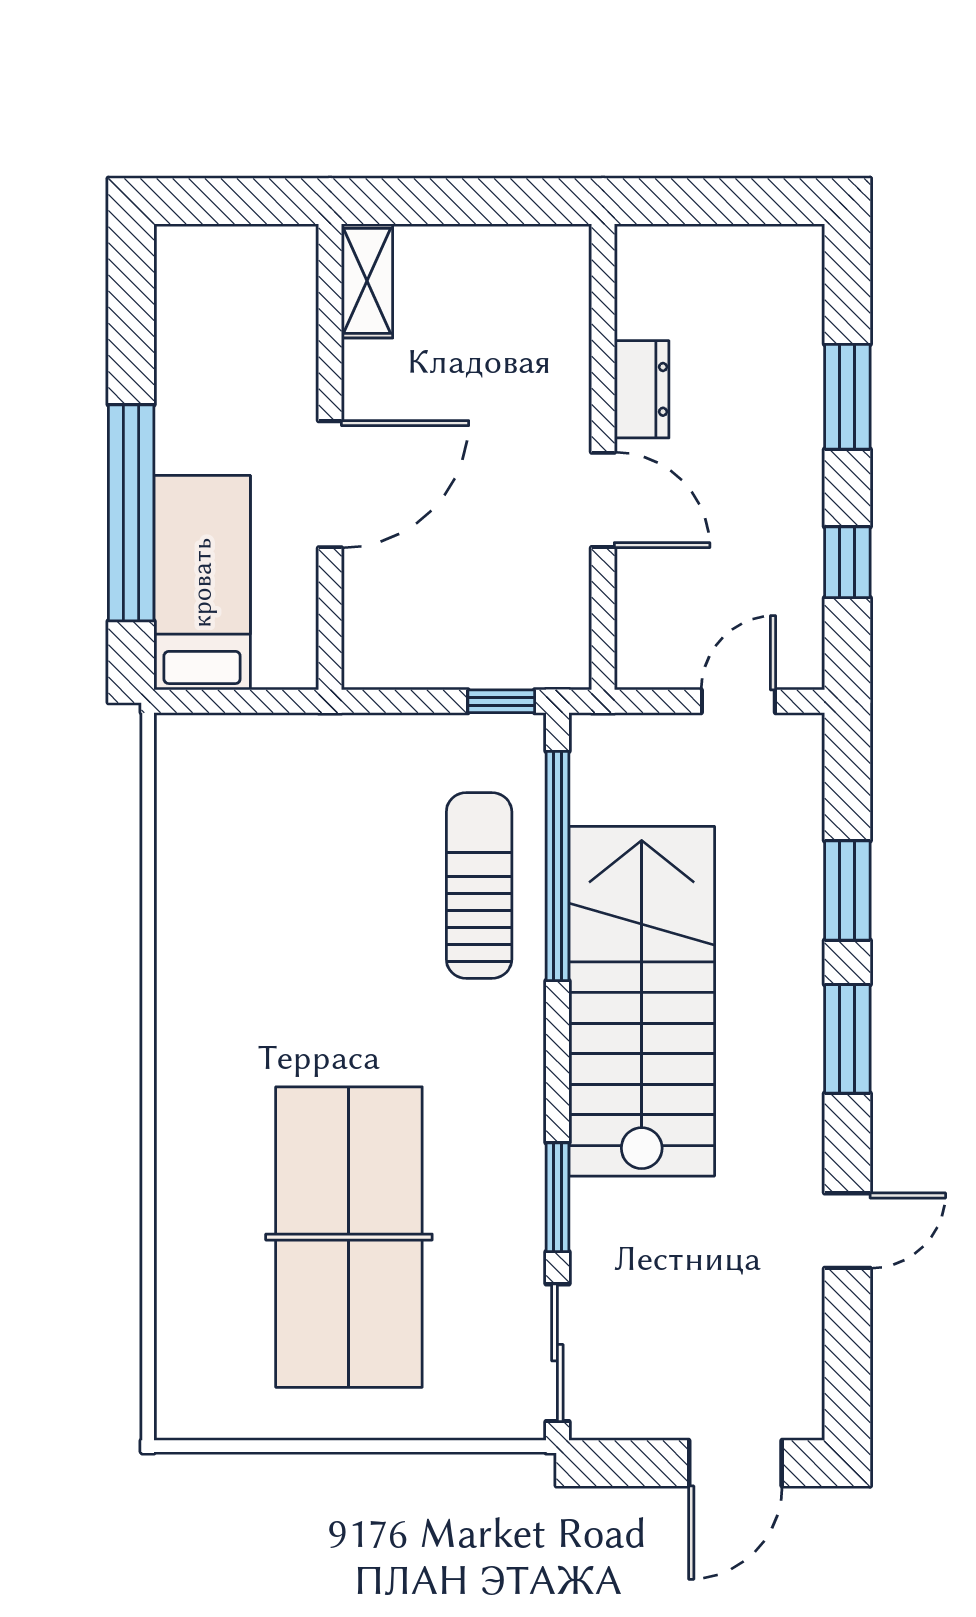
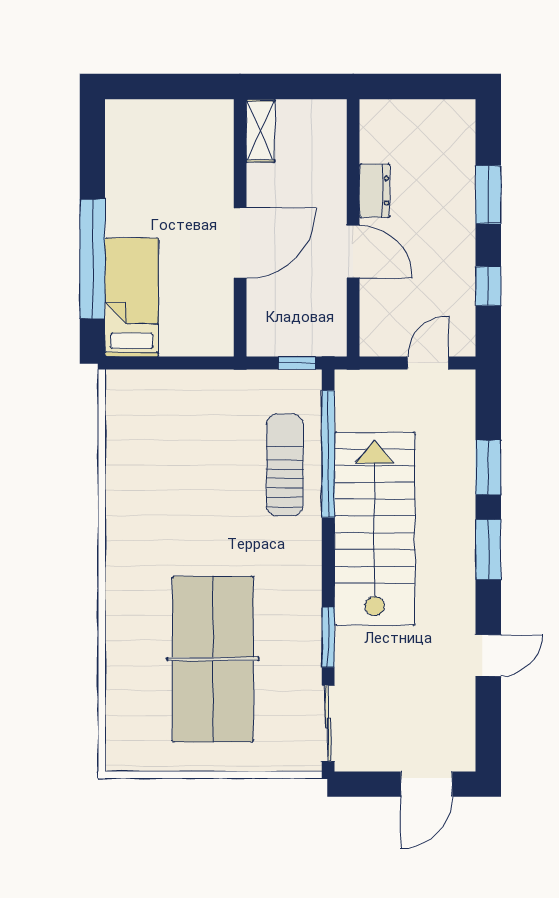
shelving: (367, 281) -> (261, 131), moved
wall: (330, 457) -> (240, 228), moved
door: (330, 484) -> (240, 243), moved

